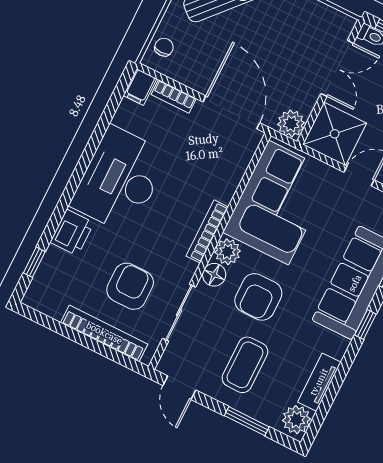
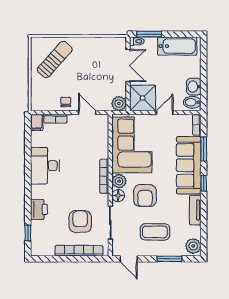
chair: (164, 47) -> (66, 102), moved
door: (231, 112) -> (87, 113), width x0.53
desk: (120, 180) -> (45, 166), width x0.73, depth x0.77
coffee table: (245, 365) -> (155, 232), turned 90
tv unit: (319, 382) -> (195, 210), moved

